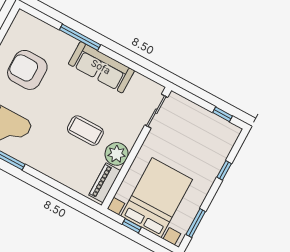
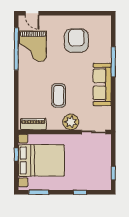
plant: (117, 154) -> (71, 122), moved

